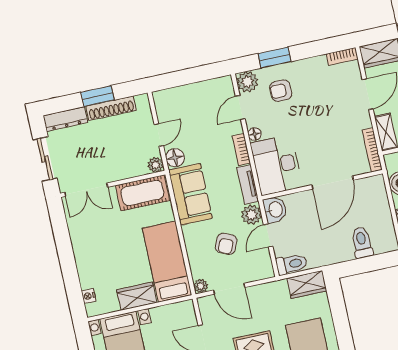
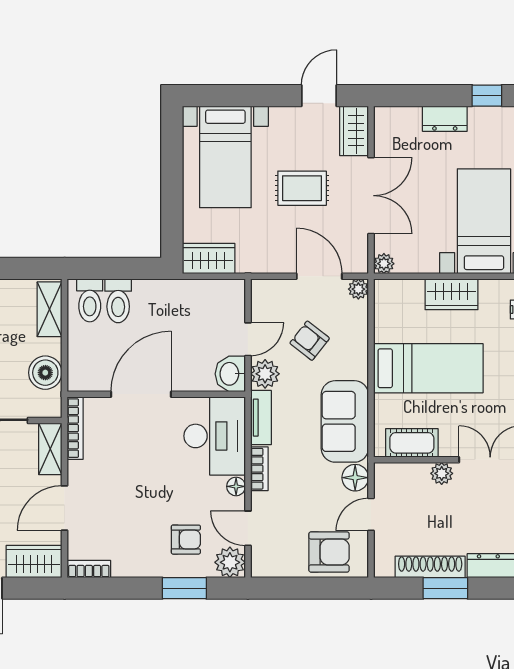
armchair: (182, 103) -> (329, 552), added
door: (240, 107) -> (248, 528), swing flipped
plant: (156, 165) -> (442, 473), moved
cot: (142, 193) -> (412, 443), width x0.73, depth x0.75
armchair: (226, 244) -> (310, 341), turned -76
bed: (167, 262) -> (428, 368), moved, turned -90
toilet: (291, 264) -> (90, 300), moved, turned -90
plant: (187, 307) -> (384, 264), added

